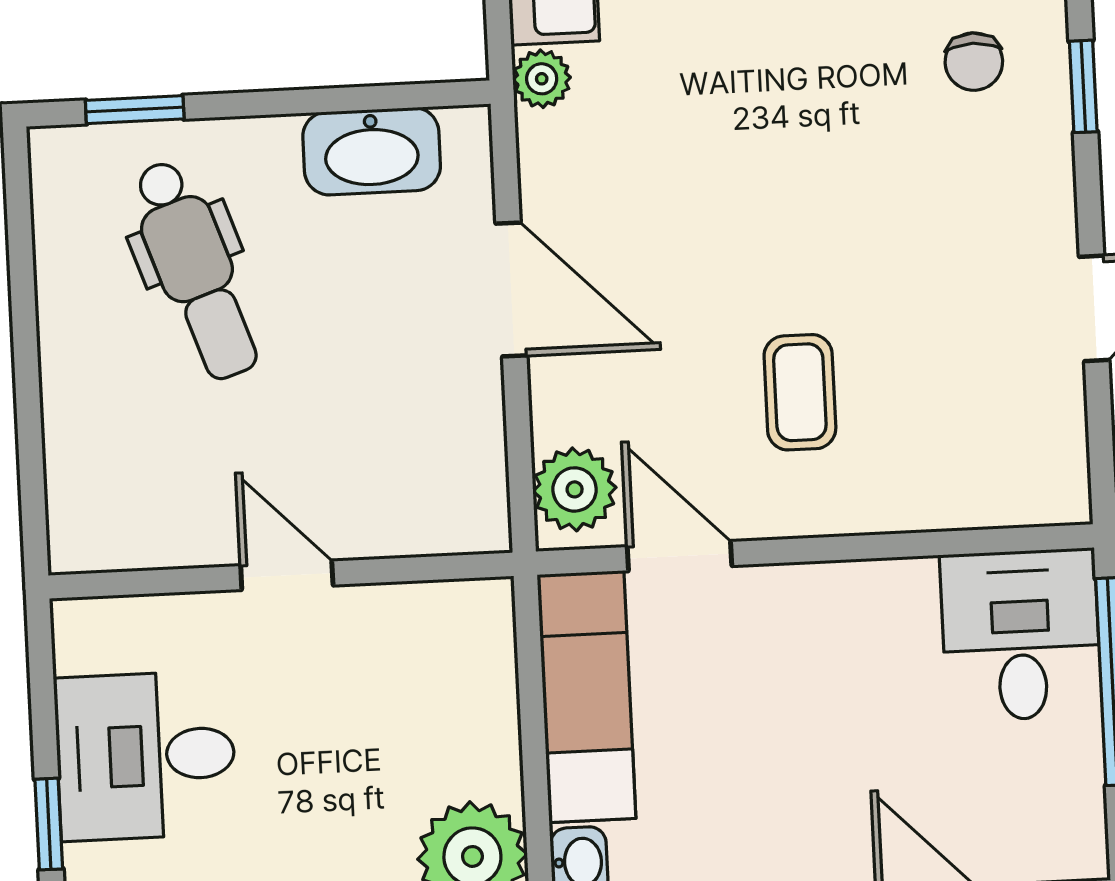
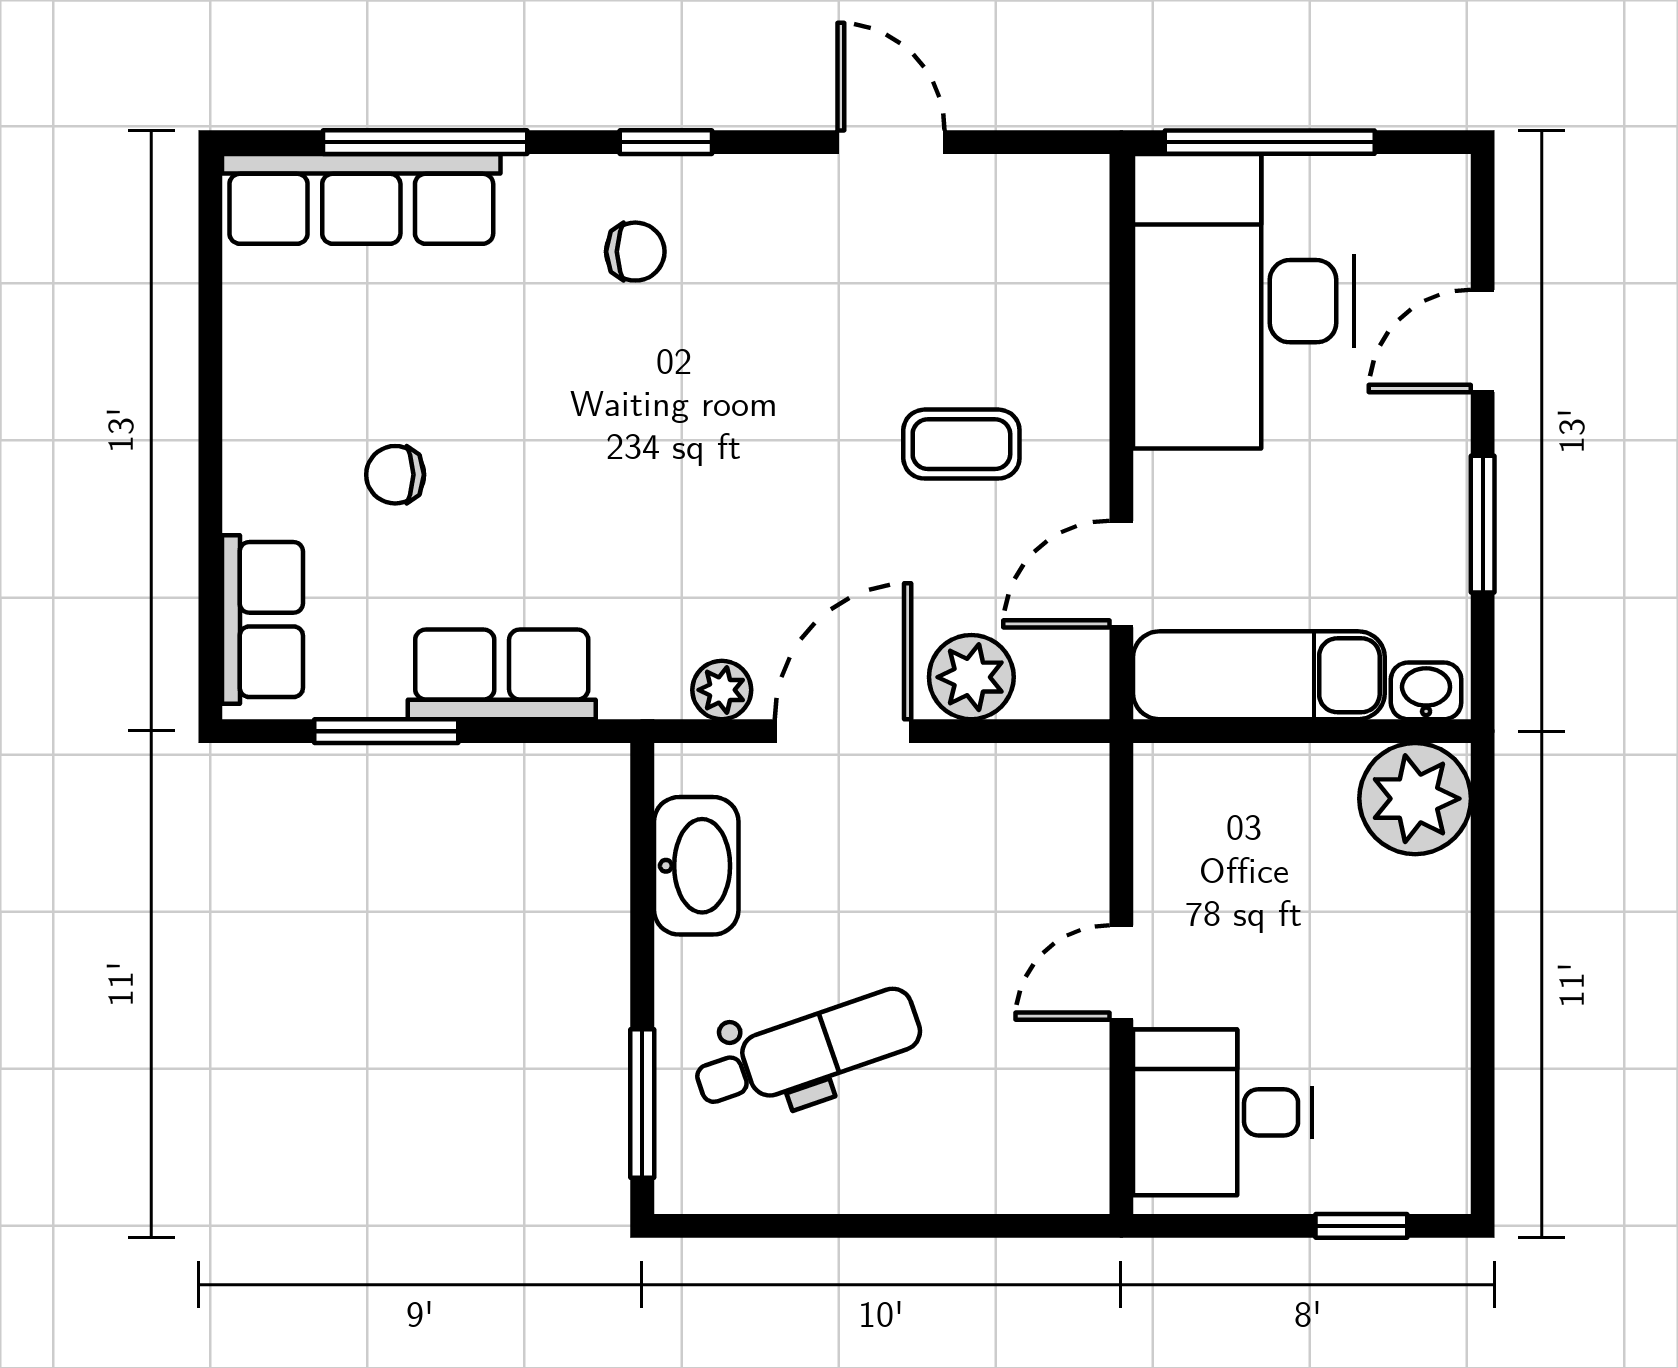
plant: (542, 79) -> (722, 690), moved
window: (135, 110) -> (642, 1103), width x1.50
plant: (575, 489) -> (971, 677), moved
desk: (1021, 635) -> (1244, 301), width x1.87, depth x1.30
desk: (146, 756) -> (1223, 1112), moved, turned 90

